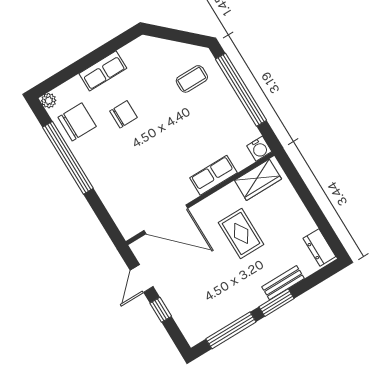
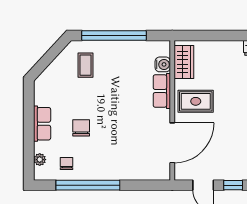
plant: (49, 101) -> (40, 160), moved
chair: (77, 122) -> (67, 163), width x0.54, depth x0.54
water cooler: (259, 149) -> (163, 64), moved
rug: (241, 233) -> (196, 101), moved

